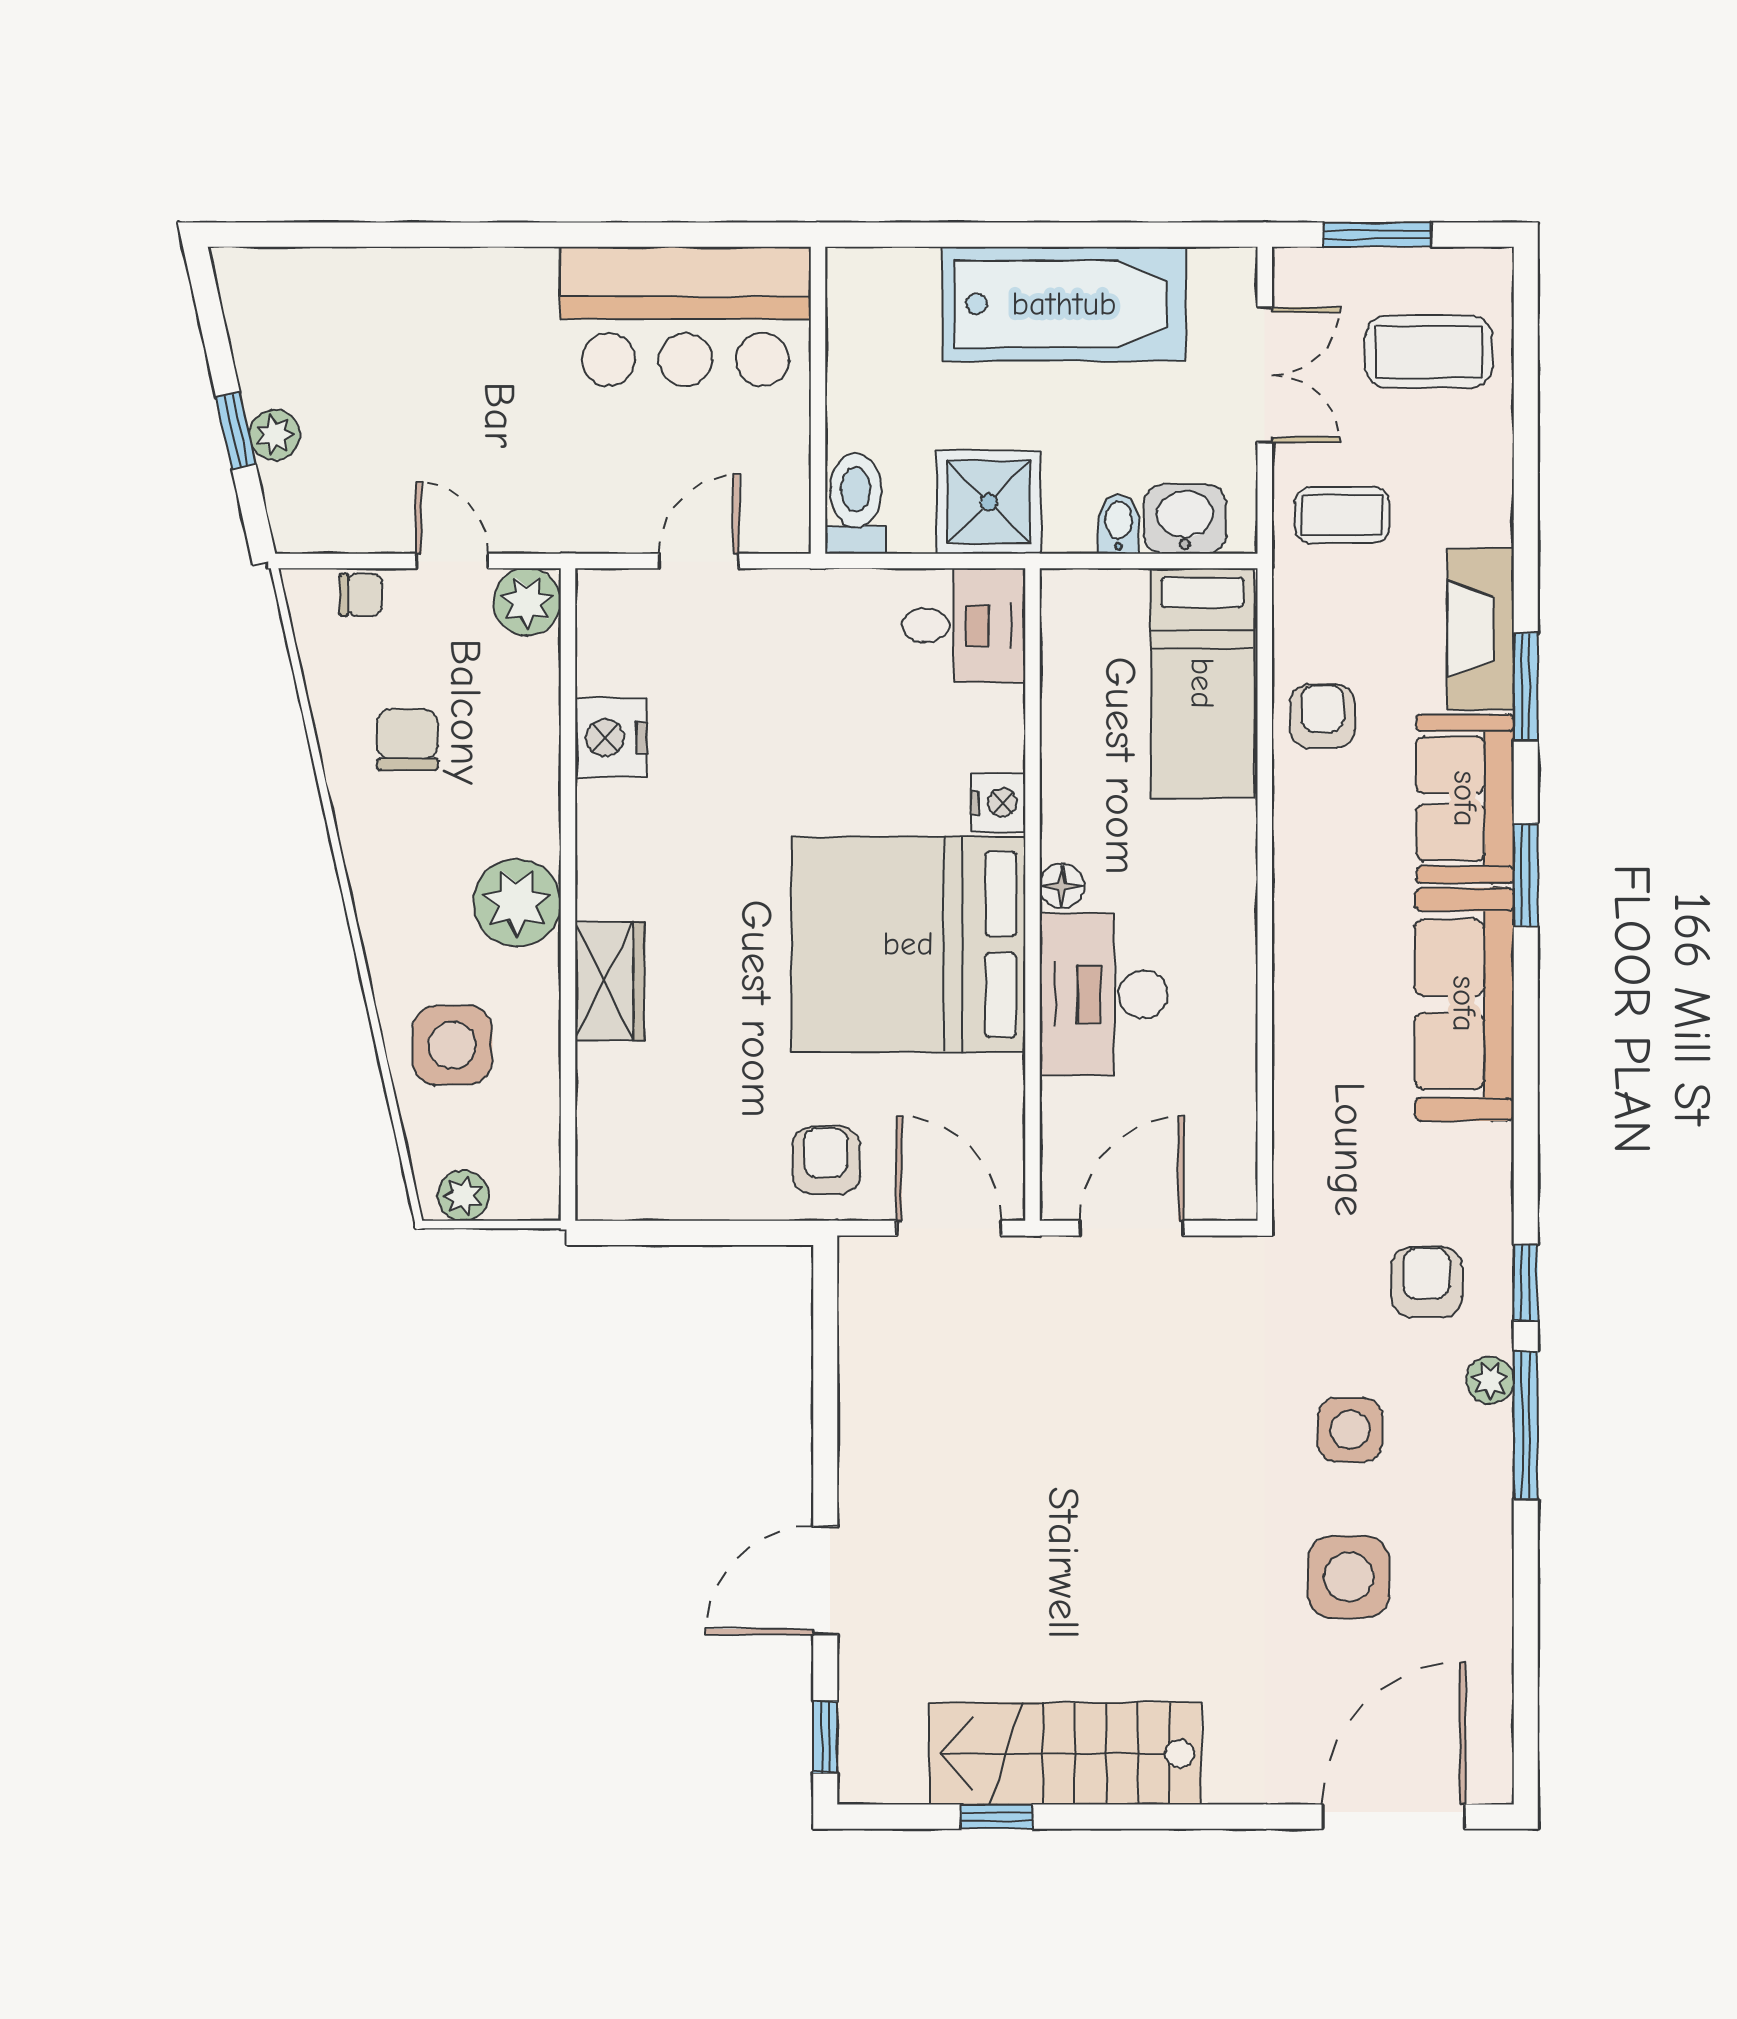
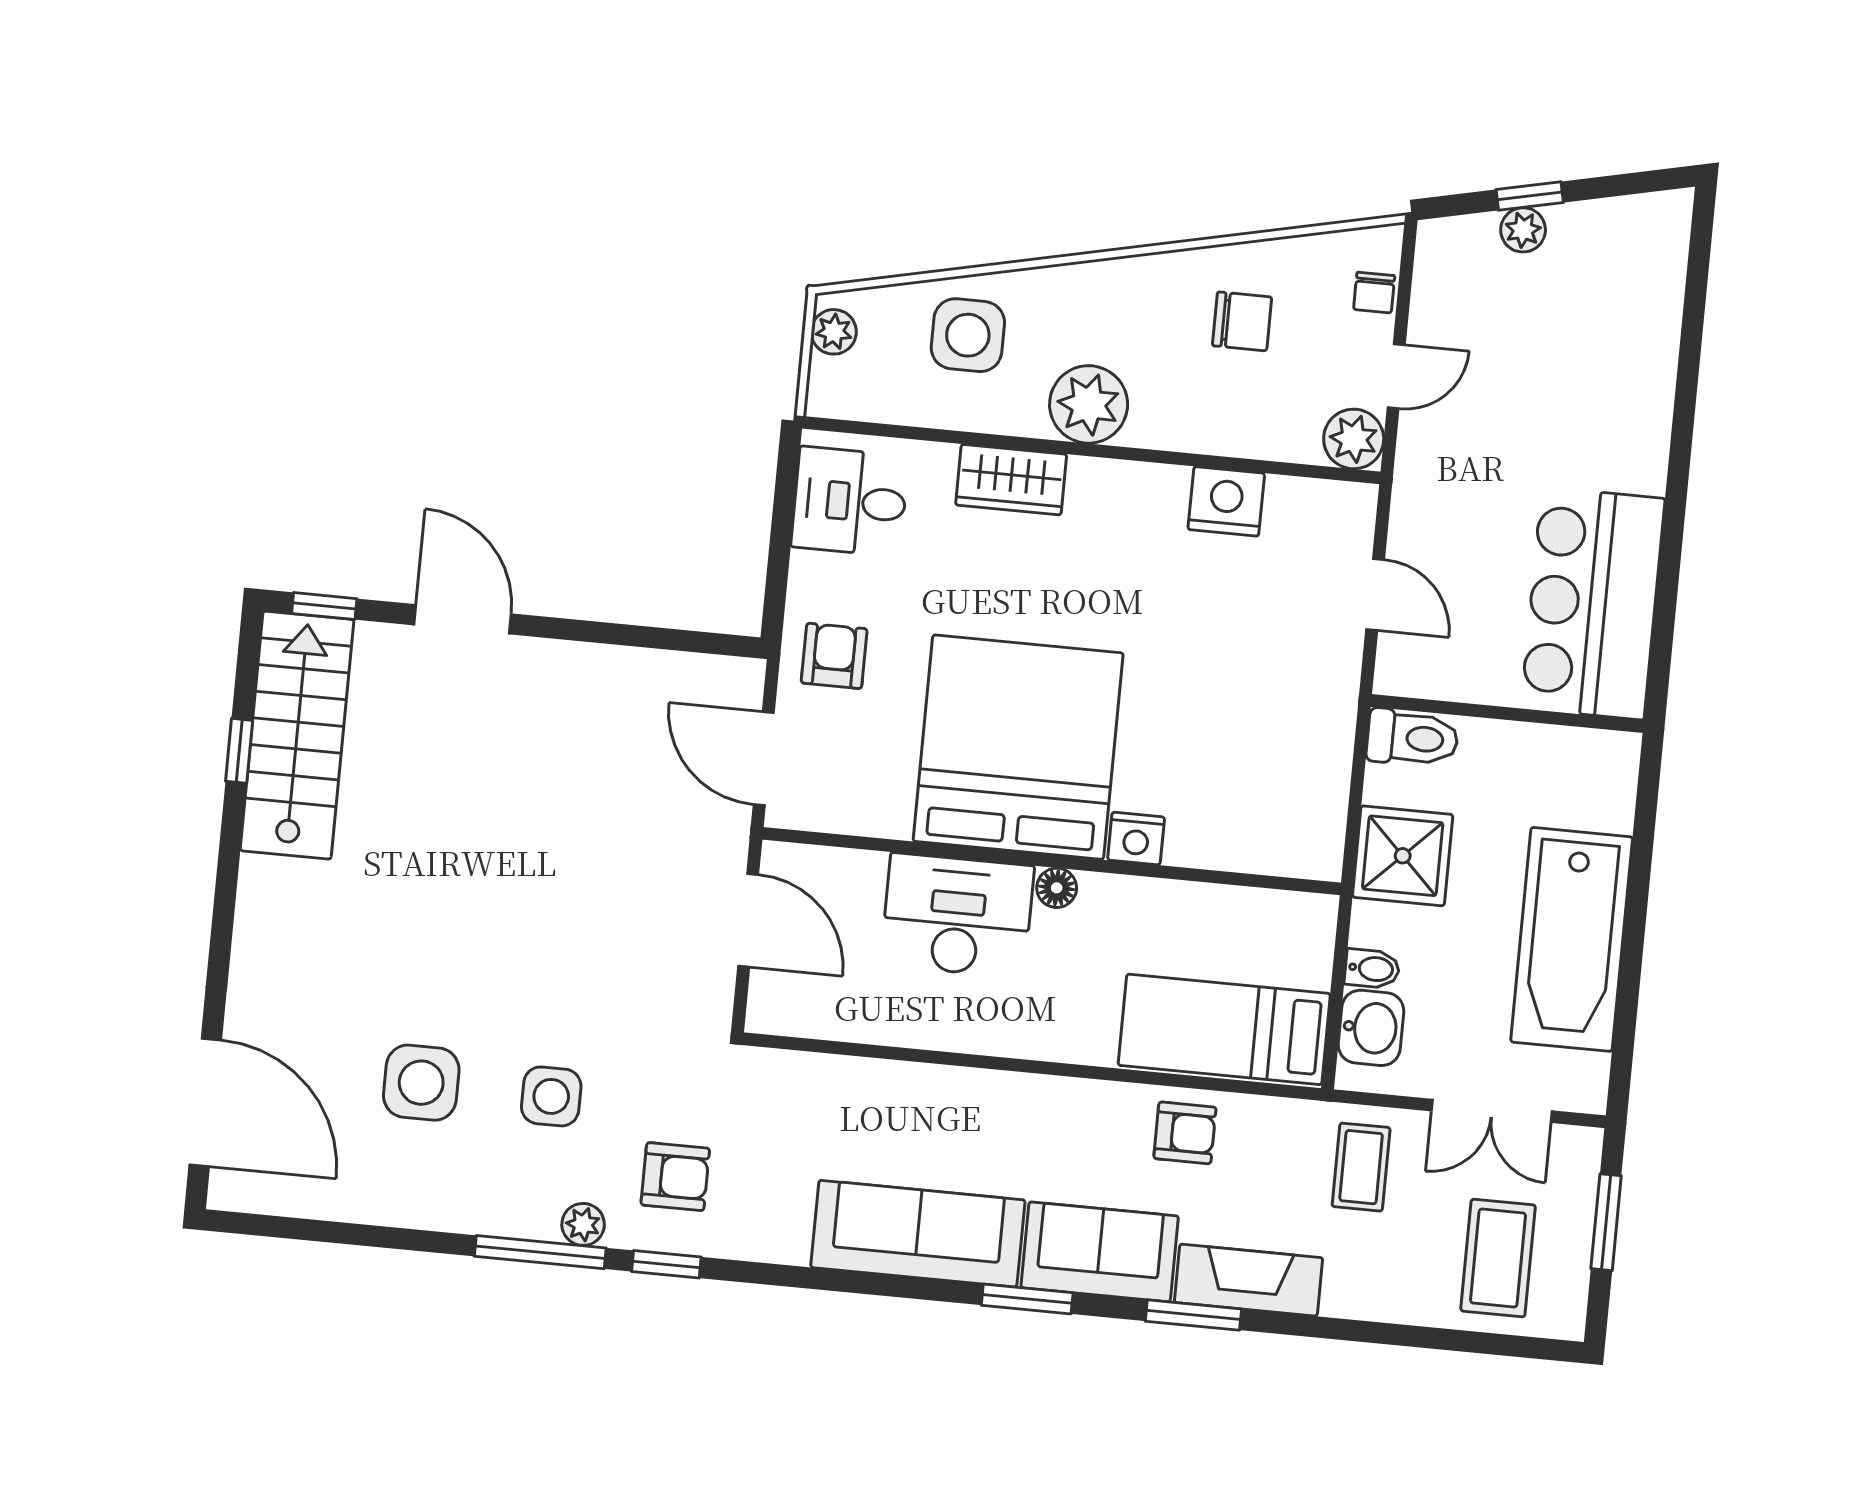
desk: (964, 625) -> (850, 501), moved, turned 90
armchair: (826, 1160) -> (834, 656), turned -89
door: (949, 1228) -> (764, 759), swing flipped
stairs: (1066, 1754) -> (297, 735), moved

